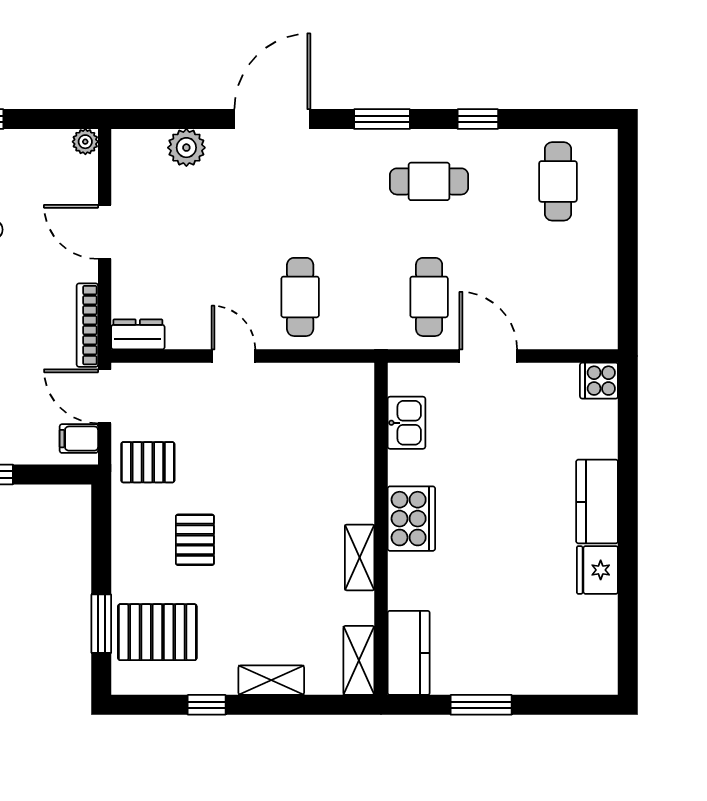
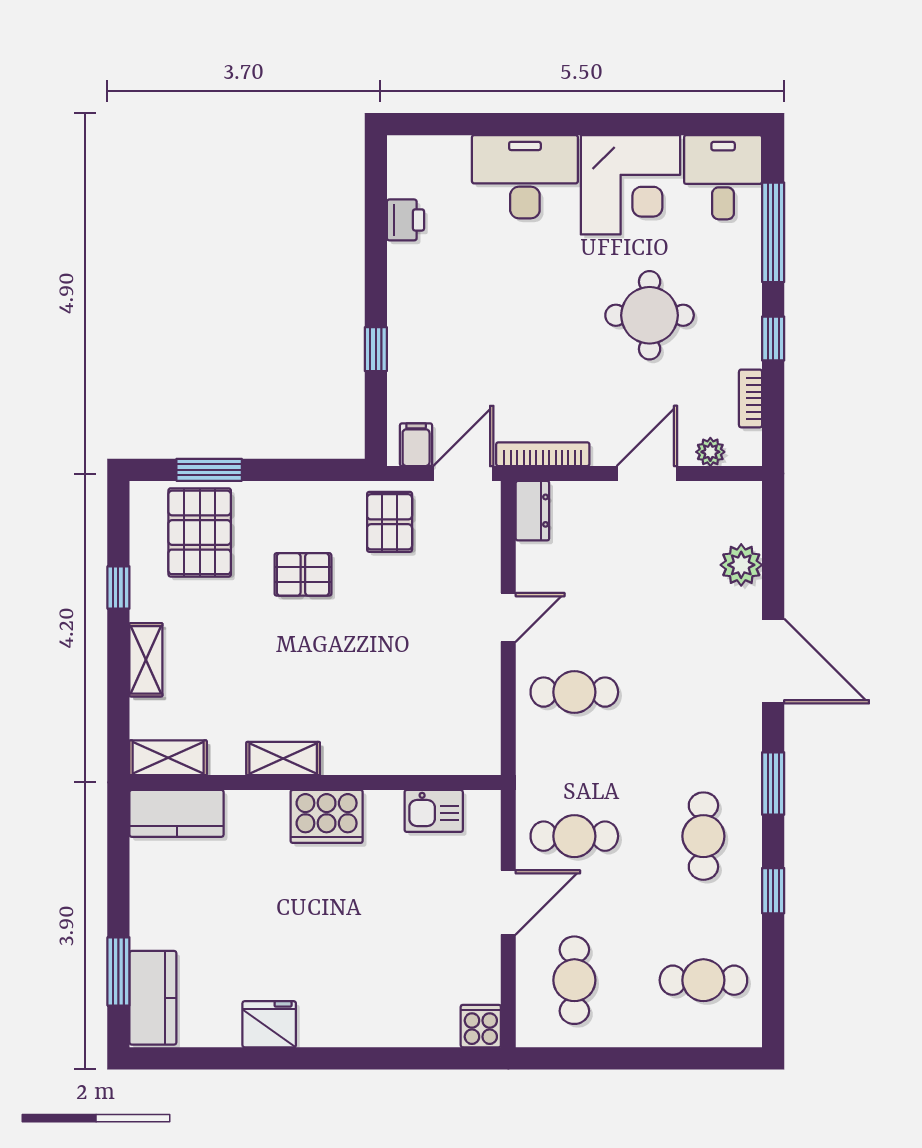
bookcase: (37, 139) -> (751, 398), added
plant: (85, 142) -> (710, 452), moved
cafe table: (558, 297) -> (574, 980), added
kitchen counter: (597, 502) -> (153, 998), moved, turned 90
window: (481, 705) -> (118, 971), moved

